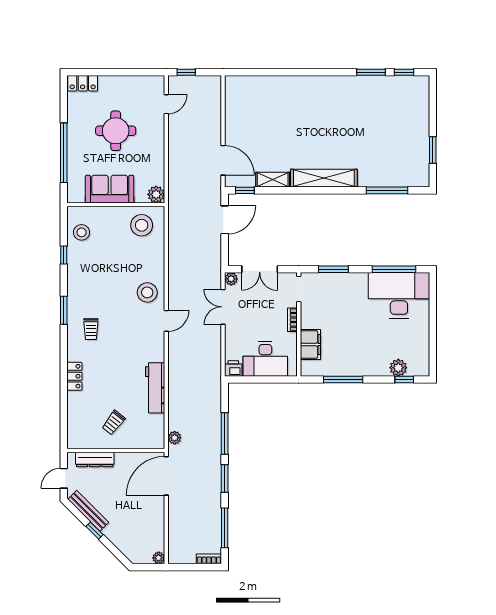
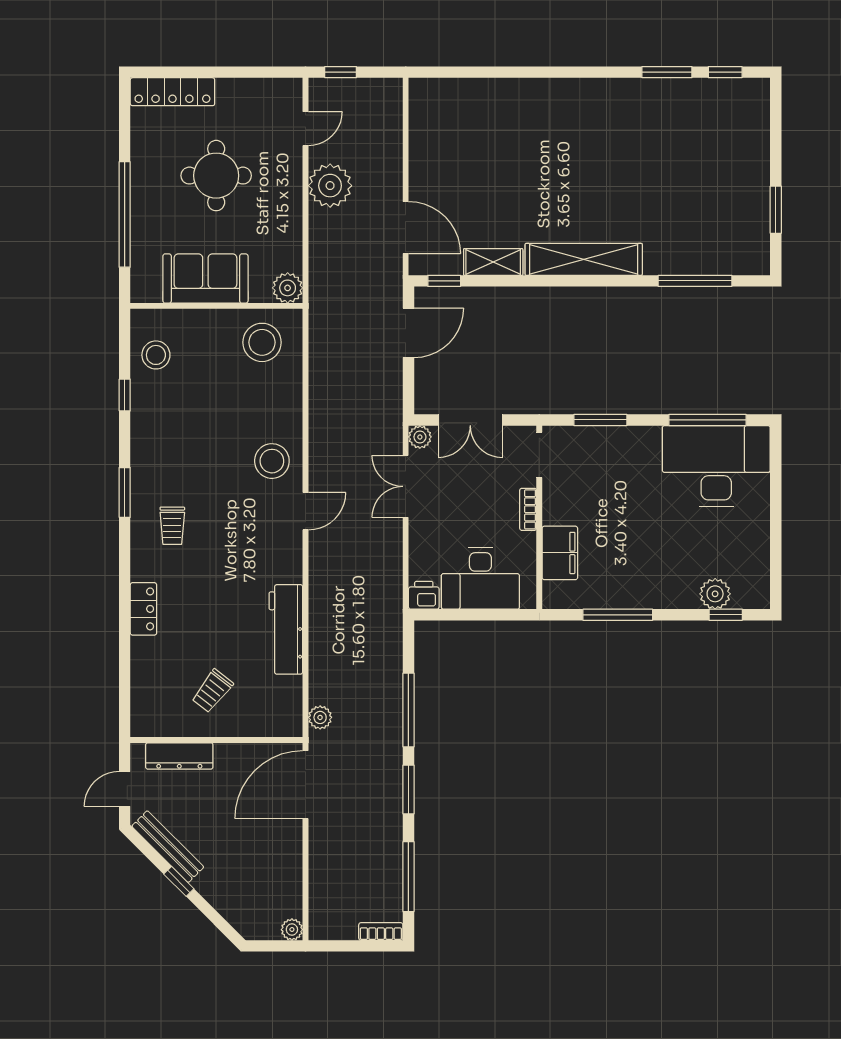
locker: (83, 83) -> (172, 92), width x1.53
plant: (180, 136) -> (330, 186), added

